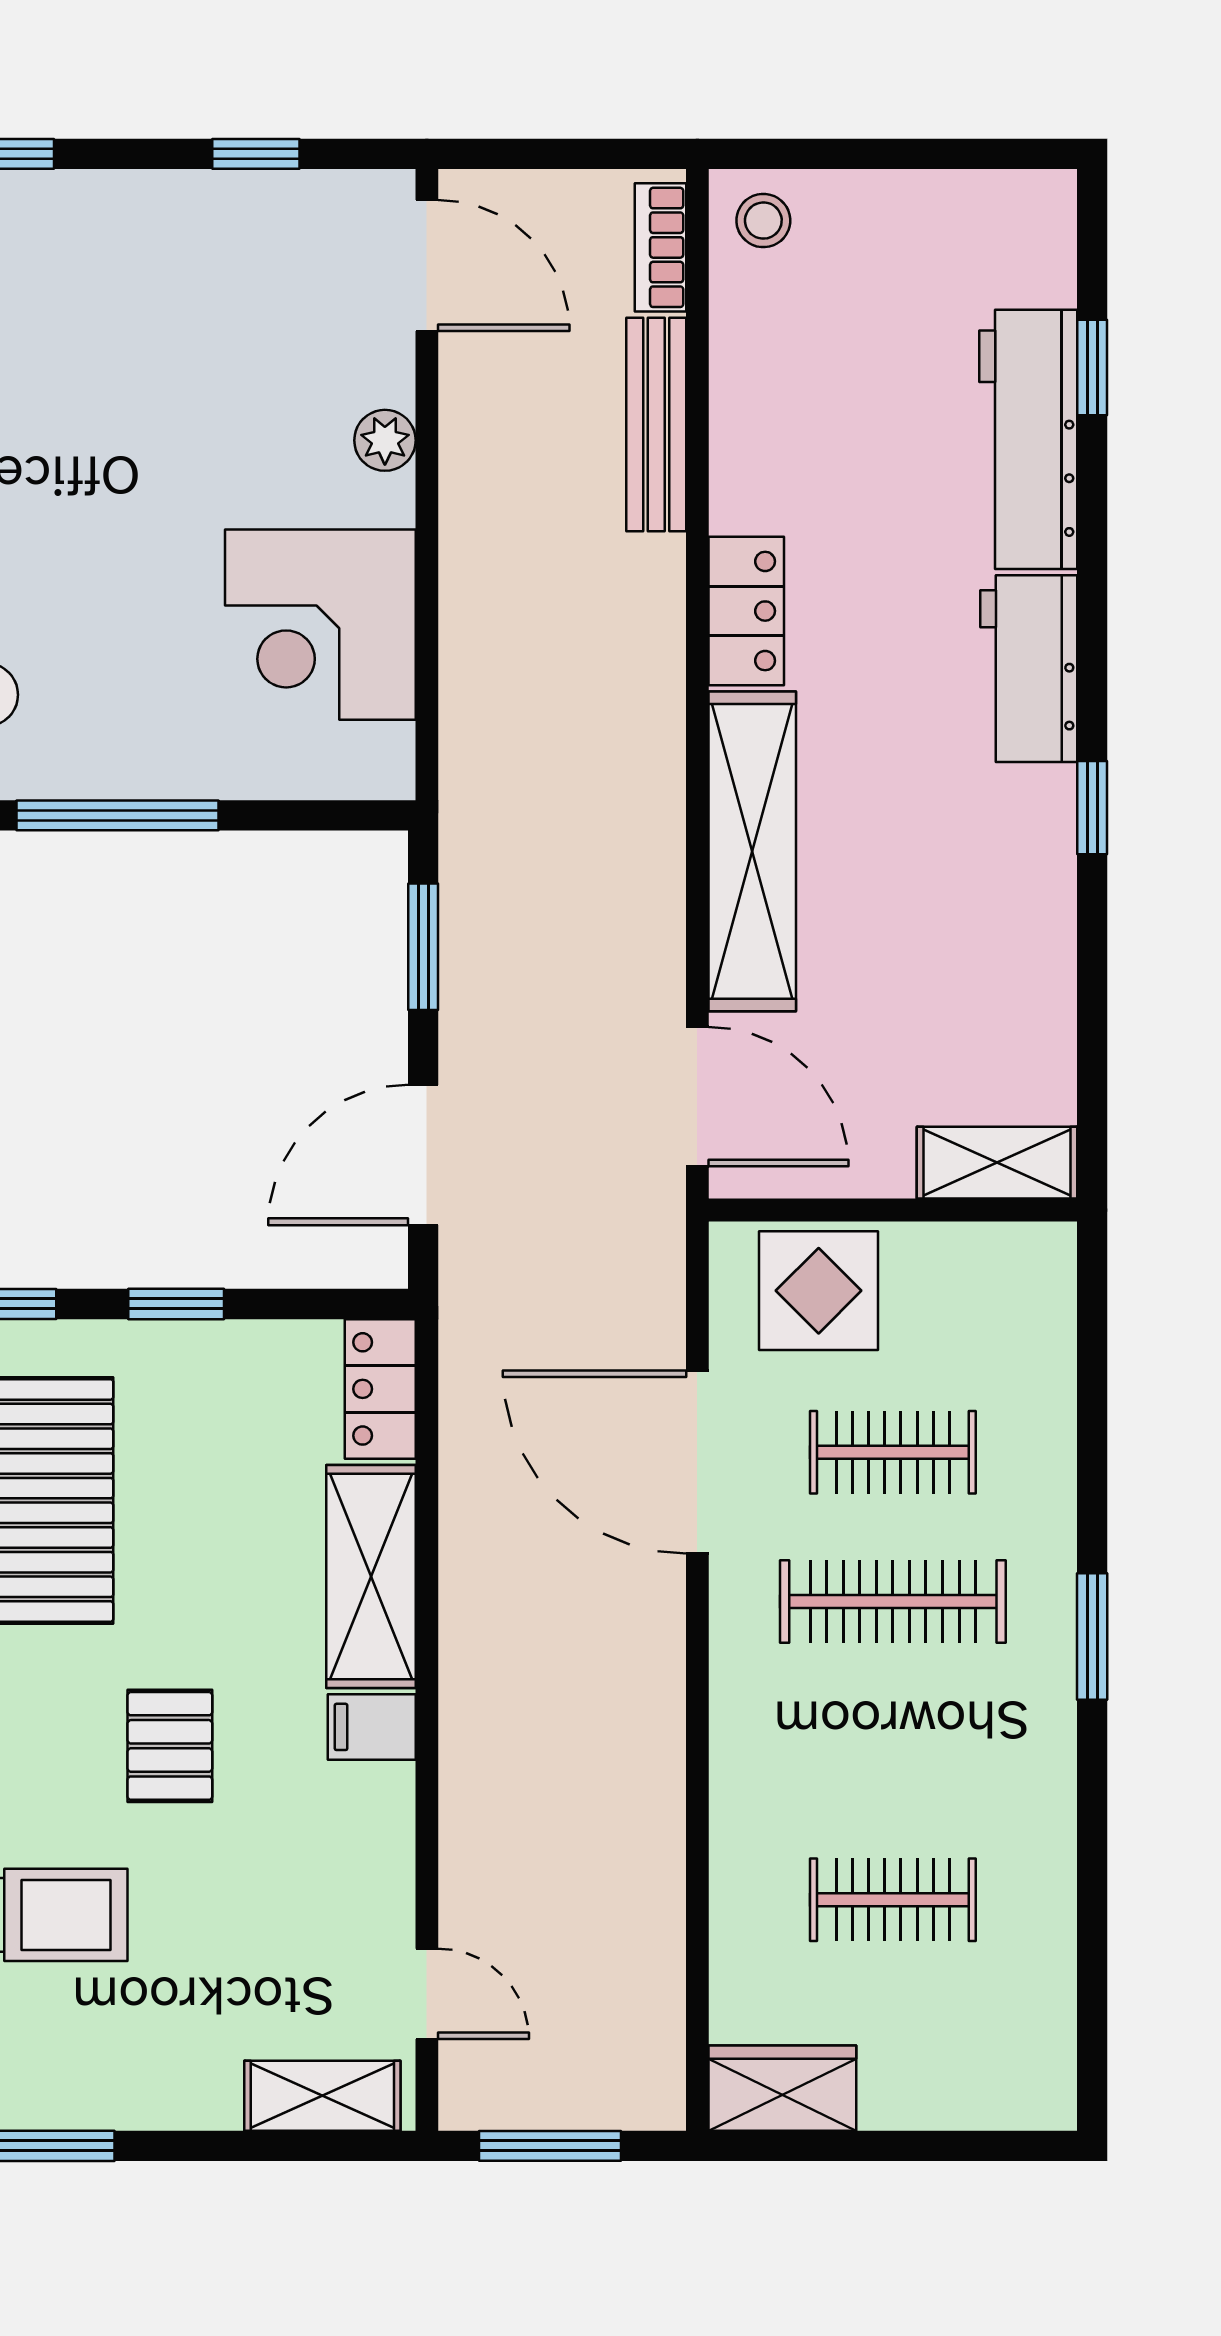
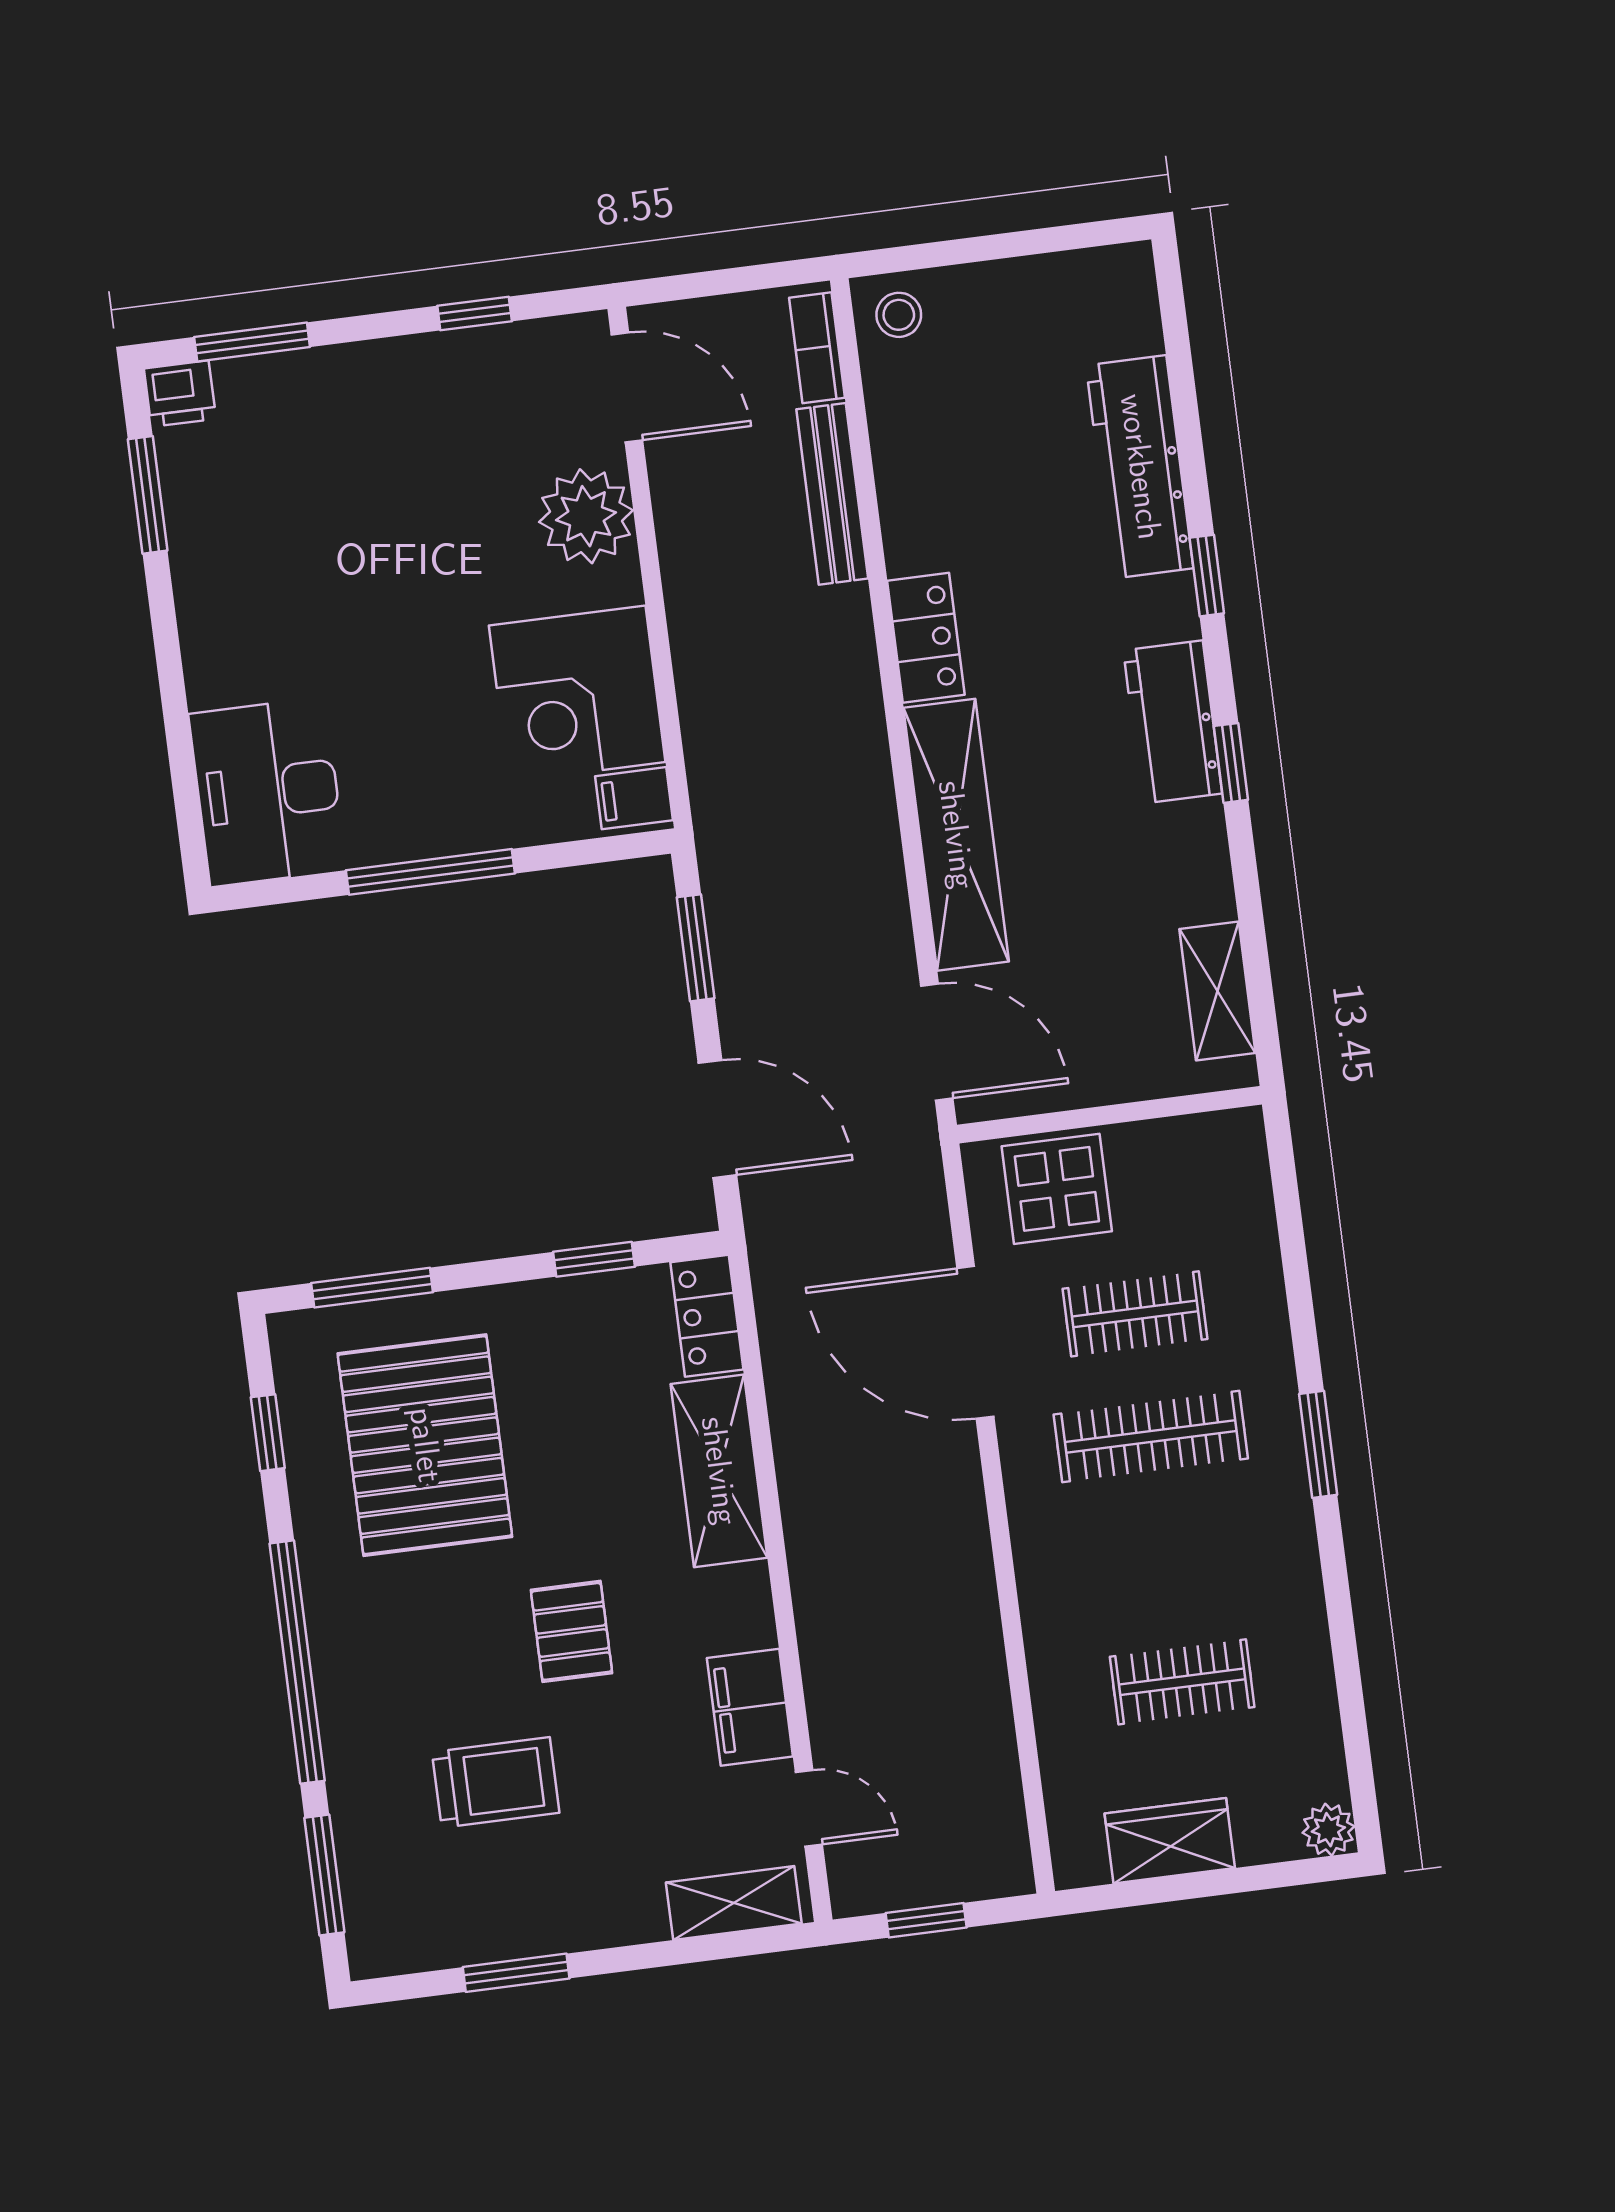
window: (1092, 367) -> (1207, 576), moved
plant: (385, 440) -> (586, 516), width x1.88, depth x1.88
workbench: (1029, 669) -> (1173, 722), moved
filing cabinet: (372, 758) -> (634, 798), added
door: (423, 1155) -> (717, 1119), swing flipped
shelving: (997, 1163) -> (1217, 991), moved, turned 90
window: (176, 1304) -> (594, 1259), moved
filing cabinet: (372, 1727) -> (750, 1707), moved, width x2.00
wardrobe: (782, 2088) -> (1170, 1841), moved
plant: (1045, 2099) -> (1328, 1830), added
window: (550, 2146) -> (926, 1920), width x0.67

